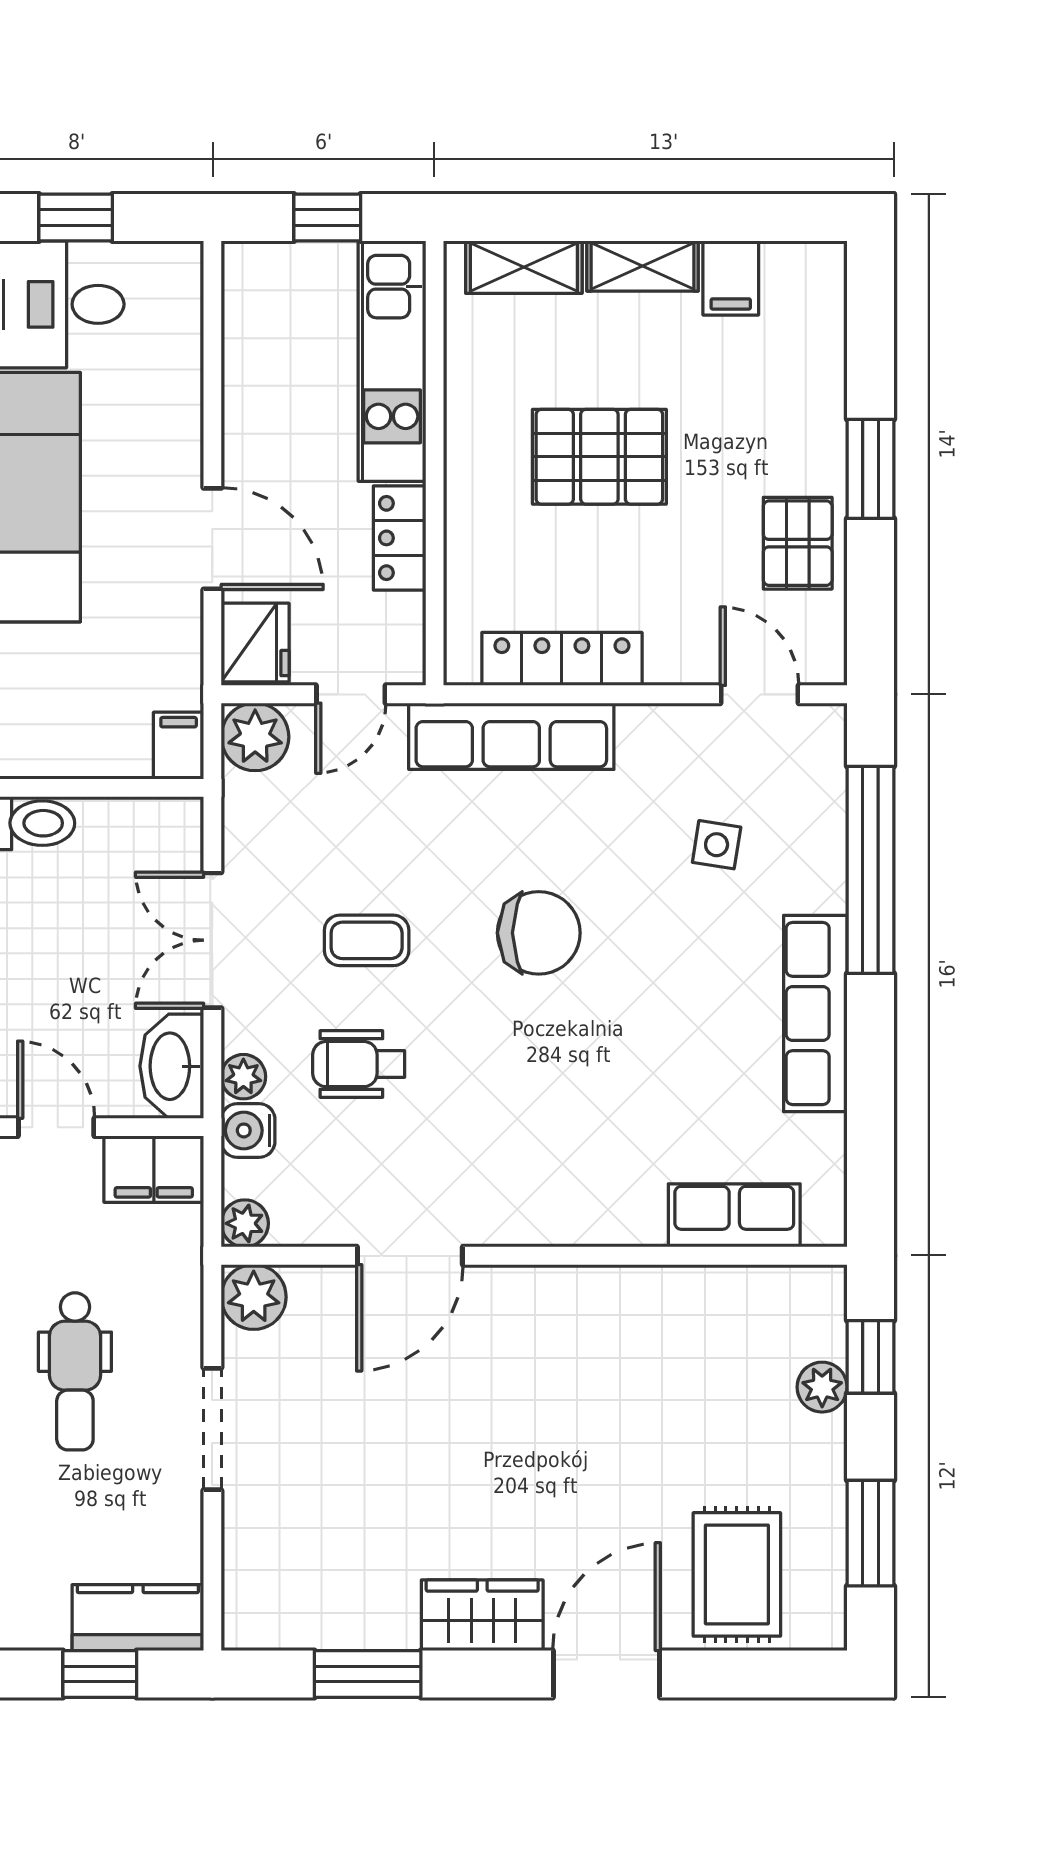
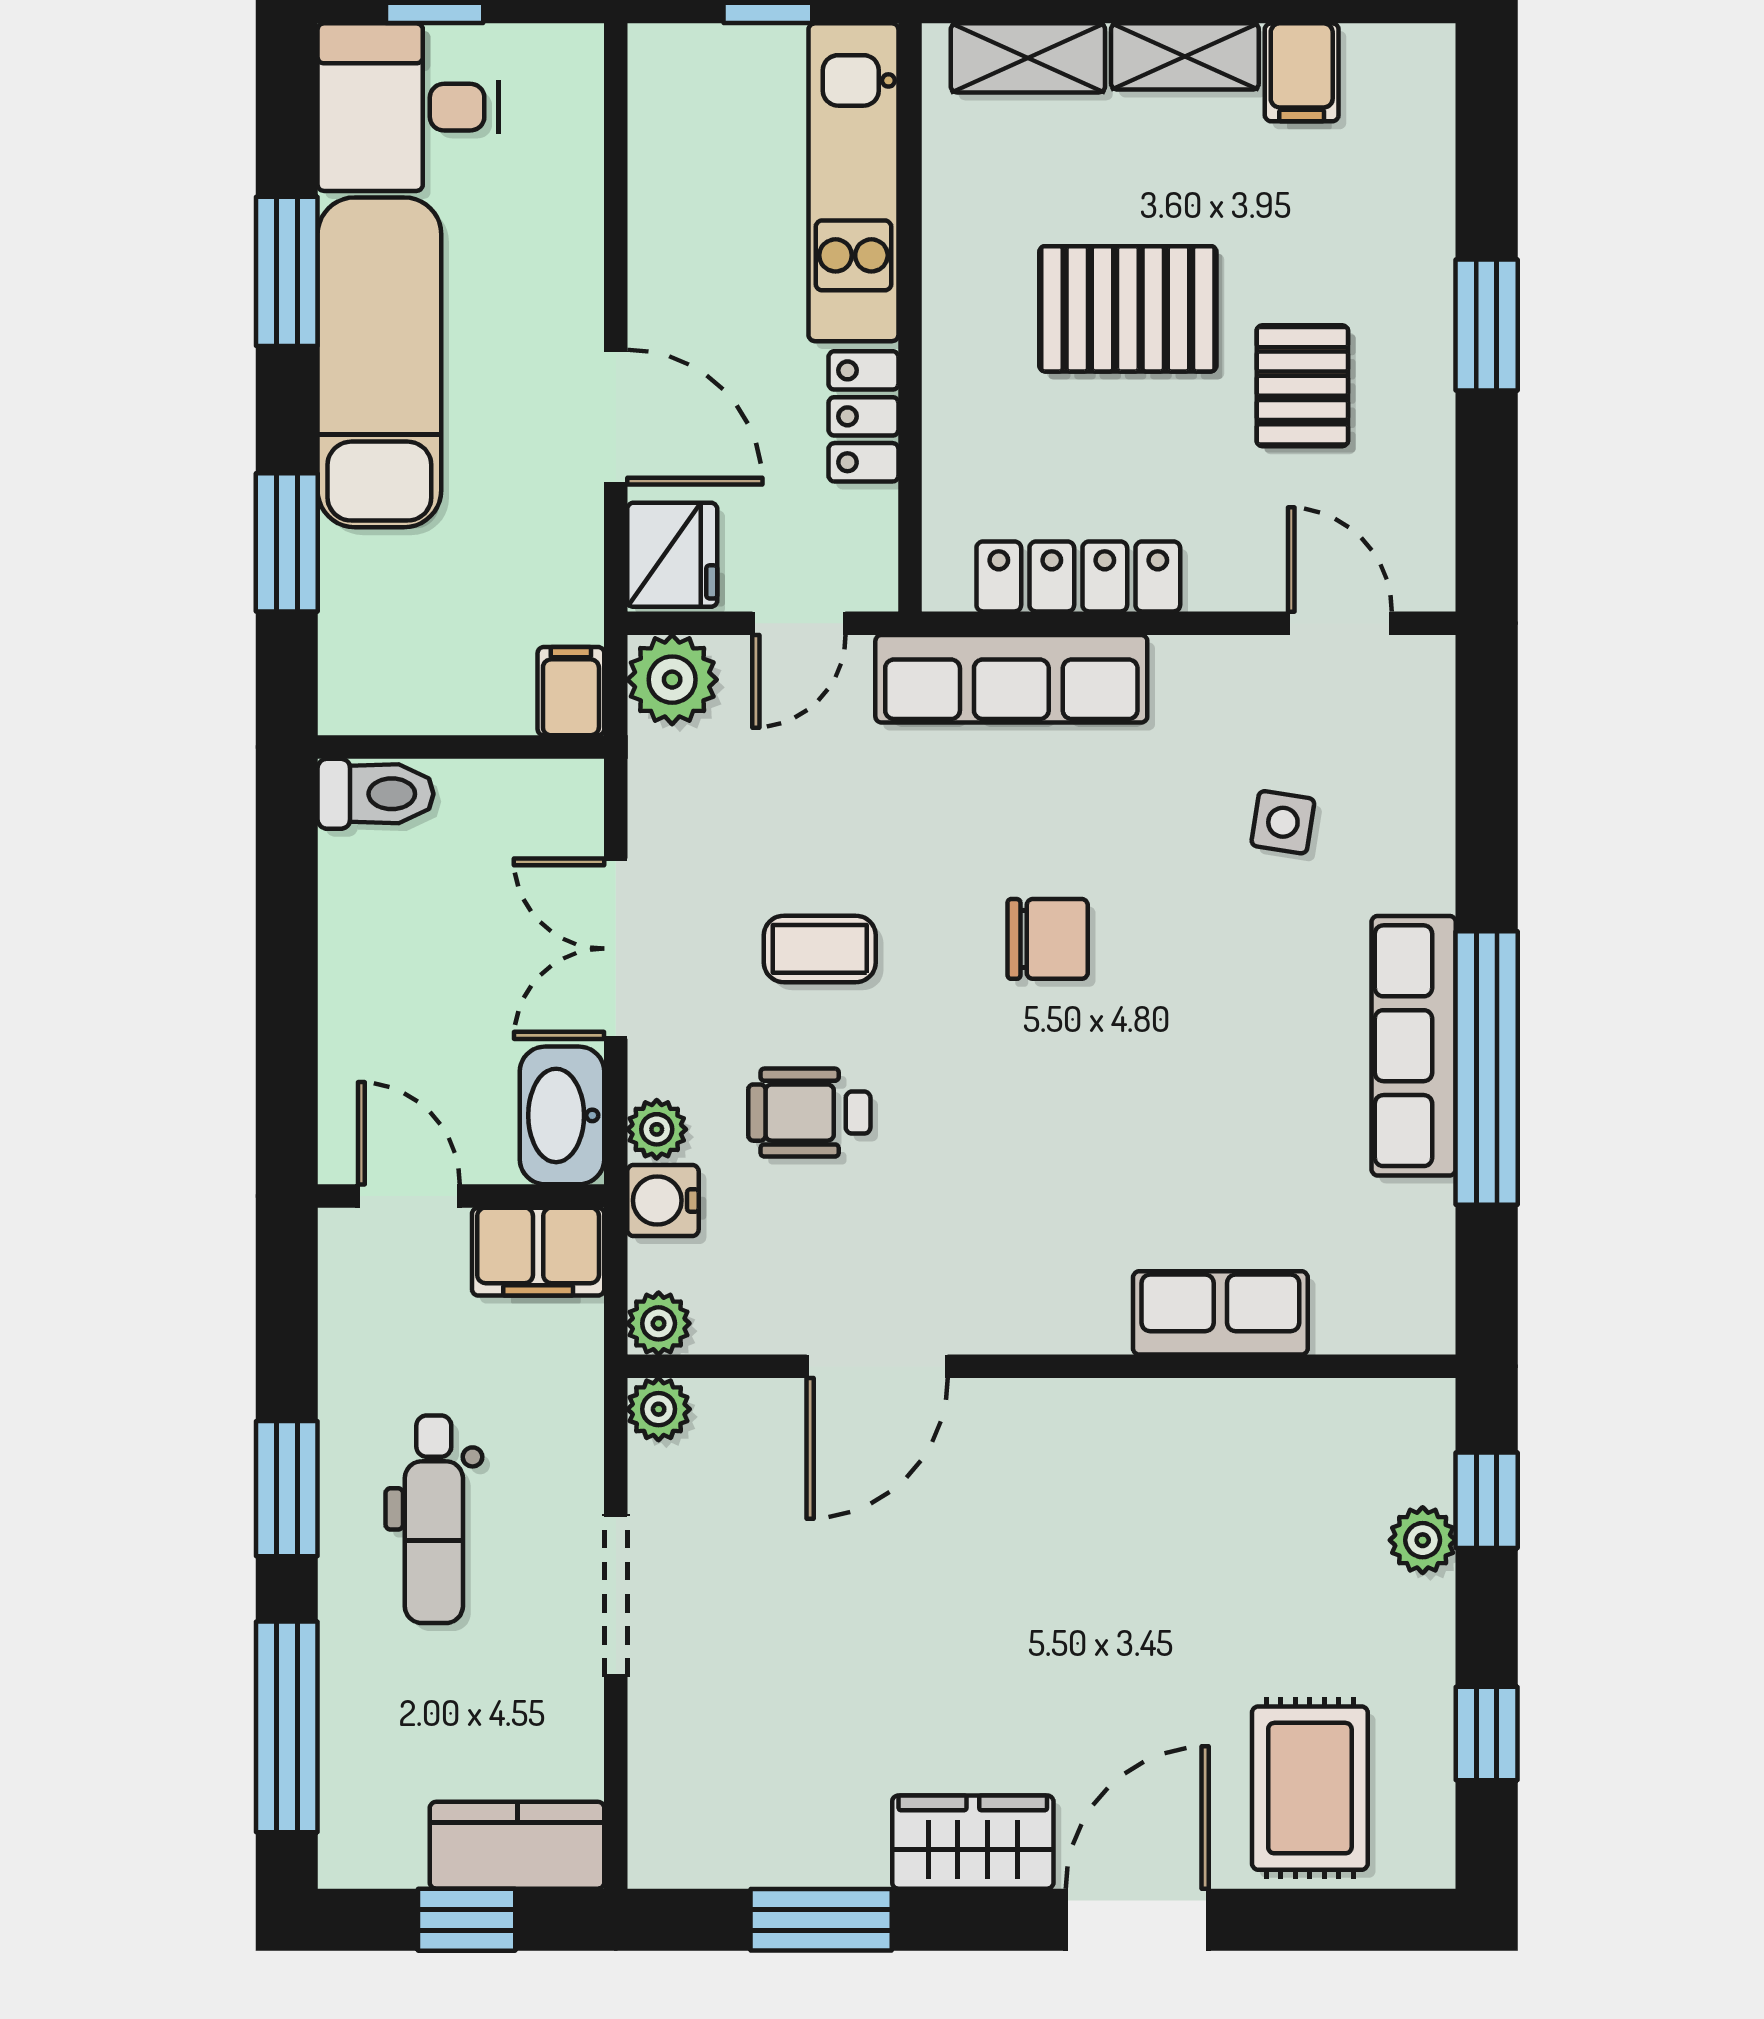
pallet: (798, 543) -> (1302, 386), moved
window: (870, 870) -> (1487, 1068), moved
chair: (539, 933) -> (1048, 939), width x0.73, depth x0.73
row of seats: (734, 1215) -> (1220, 1313), moved
plant: (254, 1297) -> (659, 1409), width x0.73, depth x0.73
window: (870, 1533) -> (1487, 1733), width x0.67

